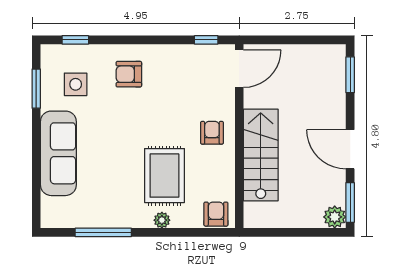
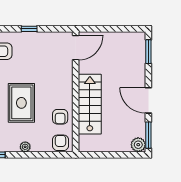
window: (206, 40) -> (29, 29), moved
armchair: (212, 133) -> (60, 117), moved, turned 180
rug: (164, 176) -> (21, 103), moved

